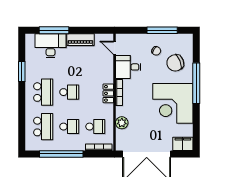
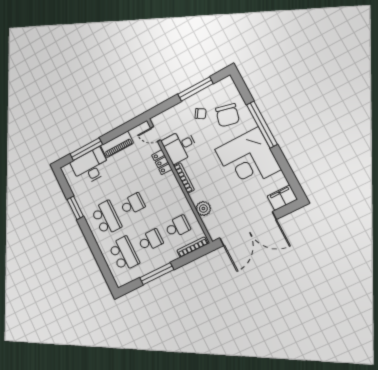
chair: (175, 63) -> (227, 115), turned -54
locker: (108, 93) -> (162, 162), moved
window: (61, 154) -> (157, 274), width x0.68

